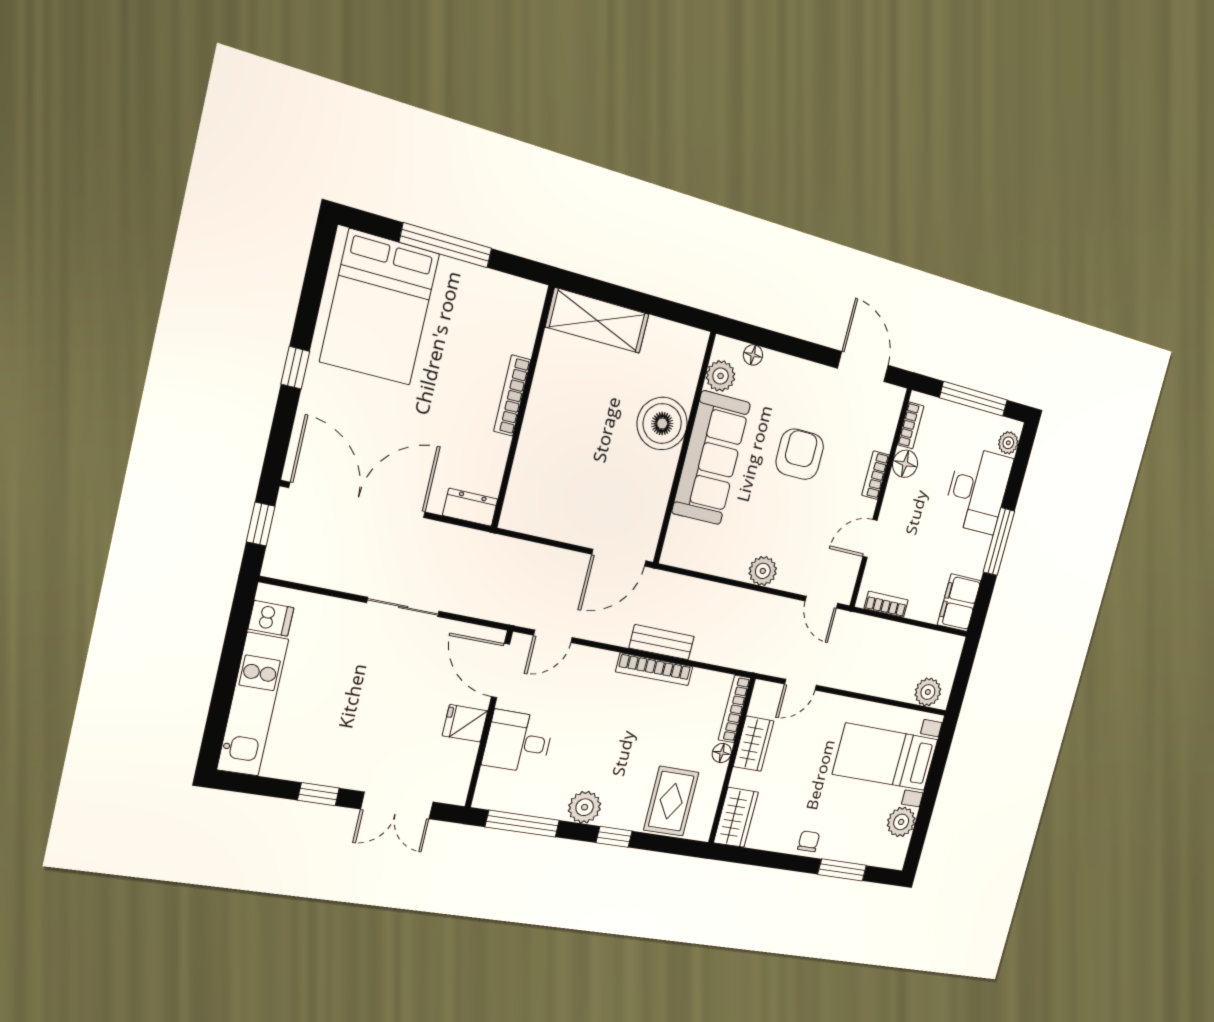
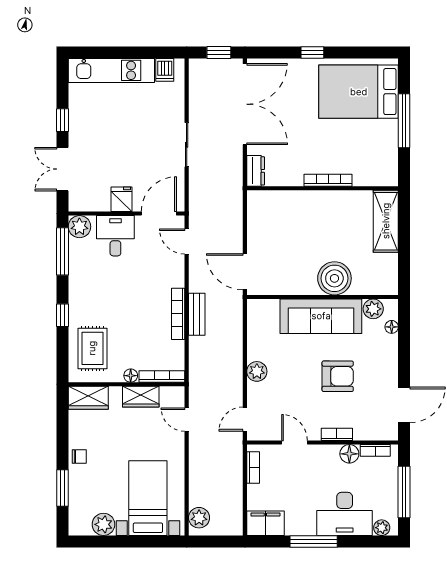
rug: (671, 801) -> (92, 348), turned 90
plant: (585, 807) -> (79, 227), moved

